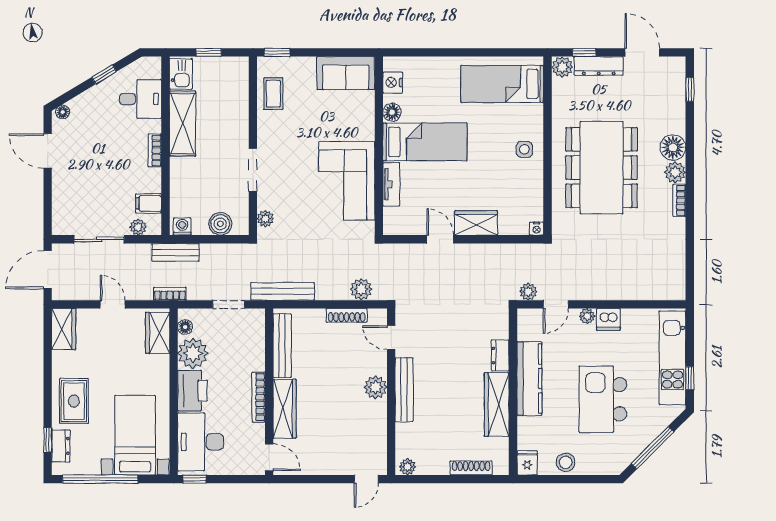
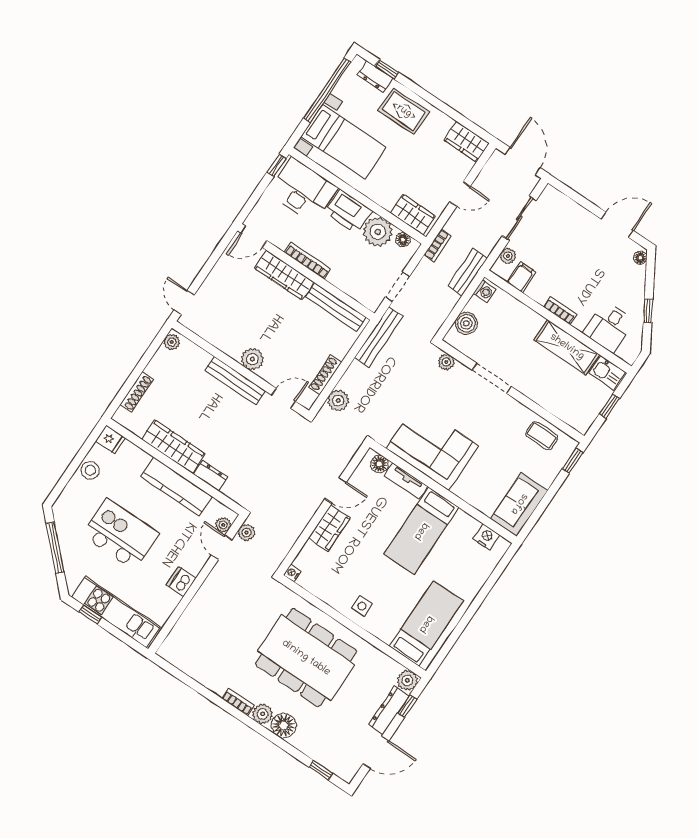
floor lamp: (392, 112) -> (379, 464), moved
plant: (587, 316) -> (223, 525), moved

